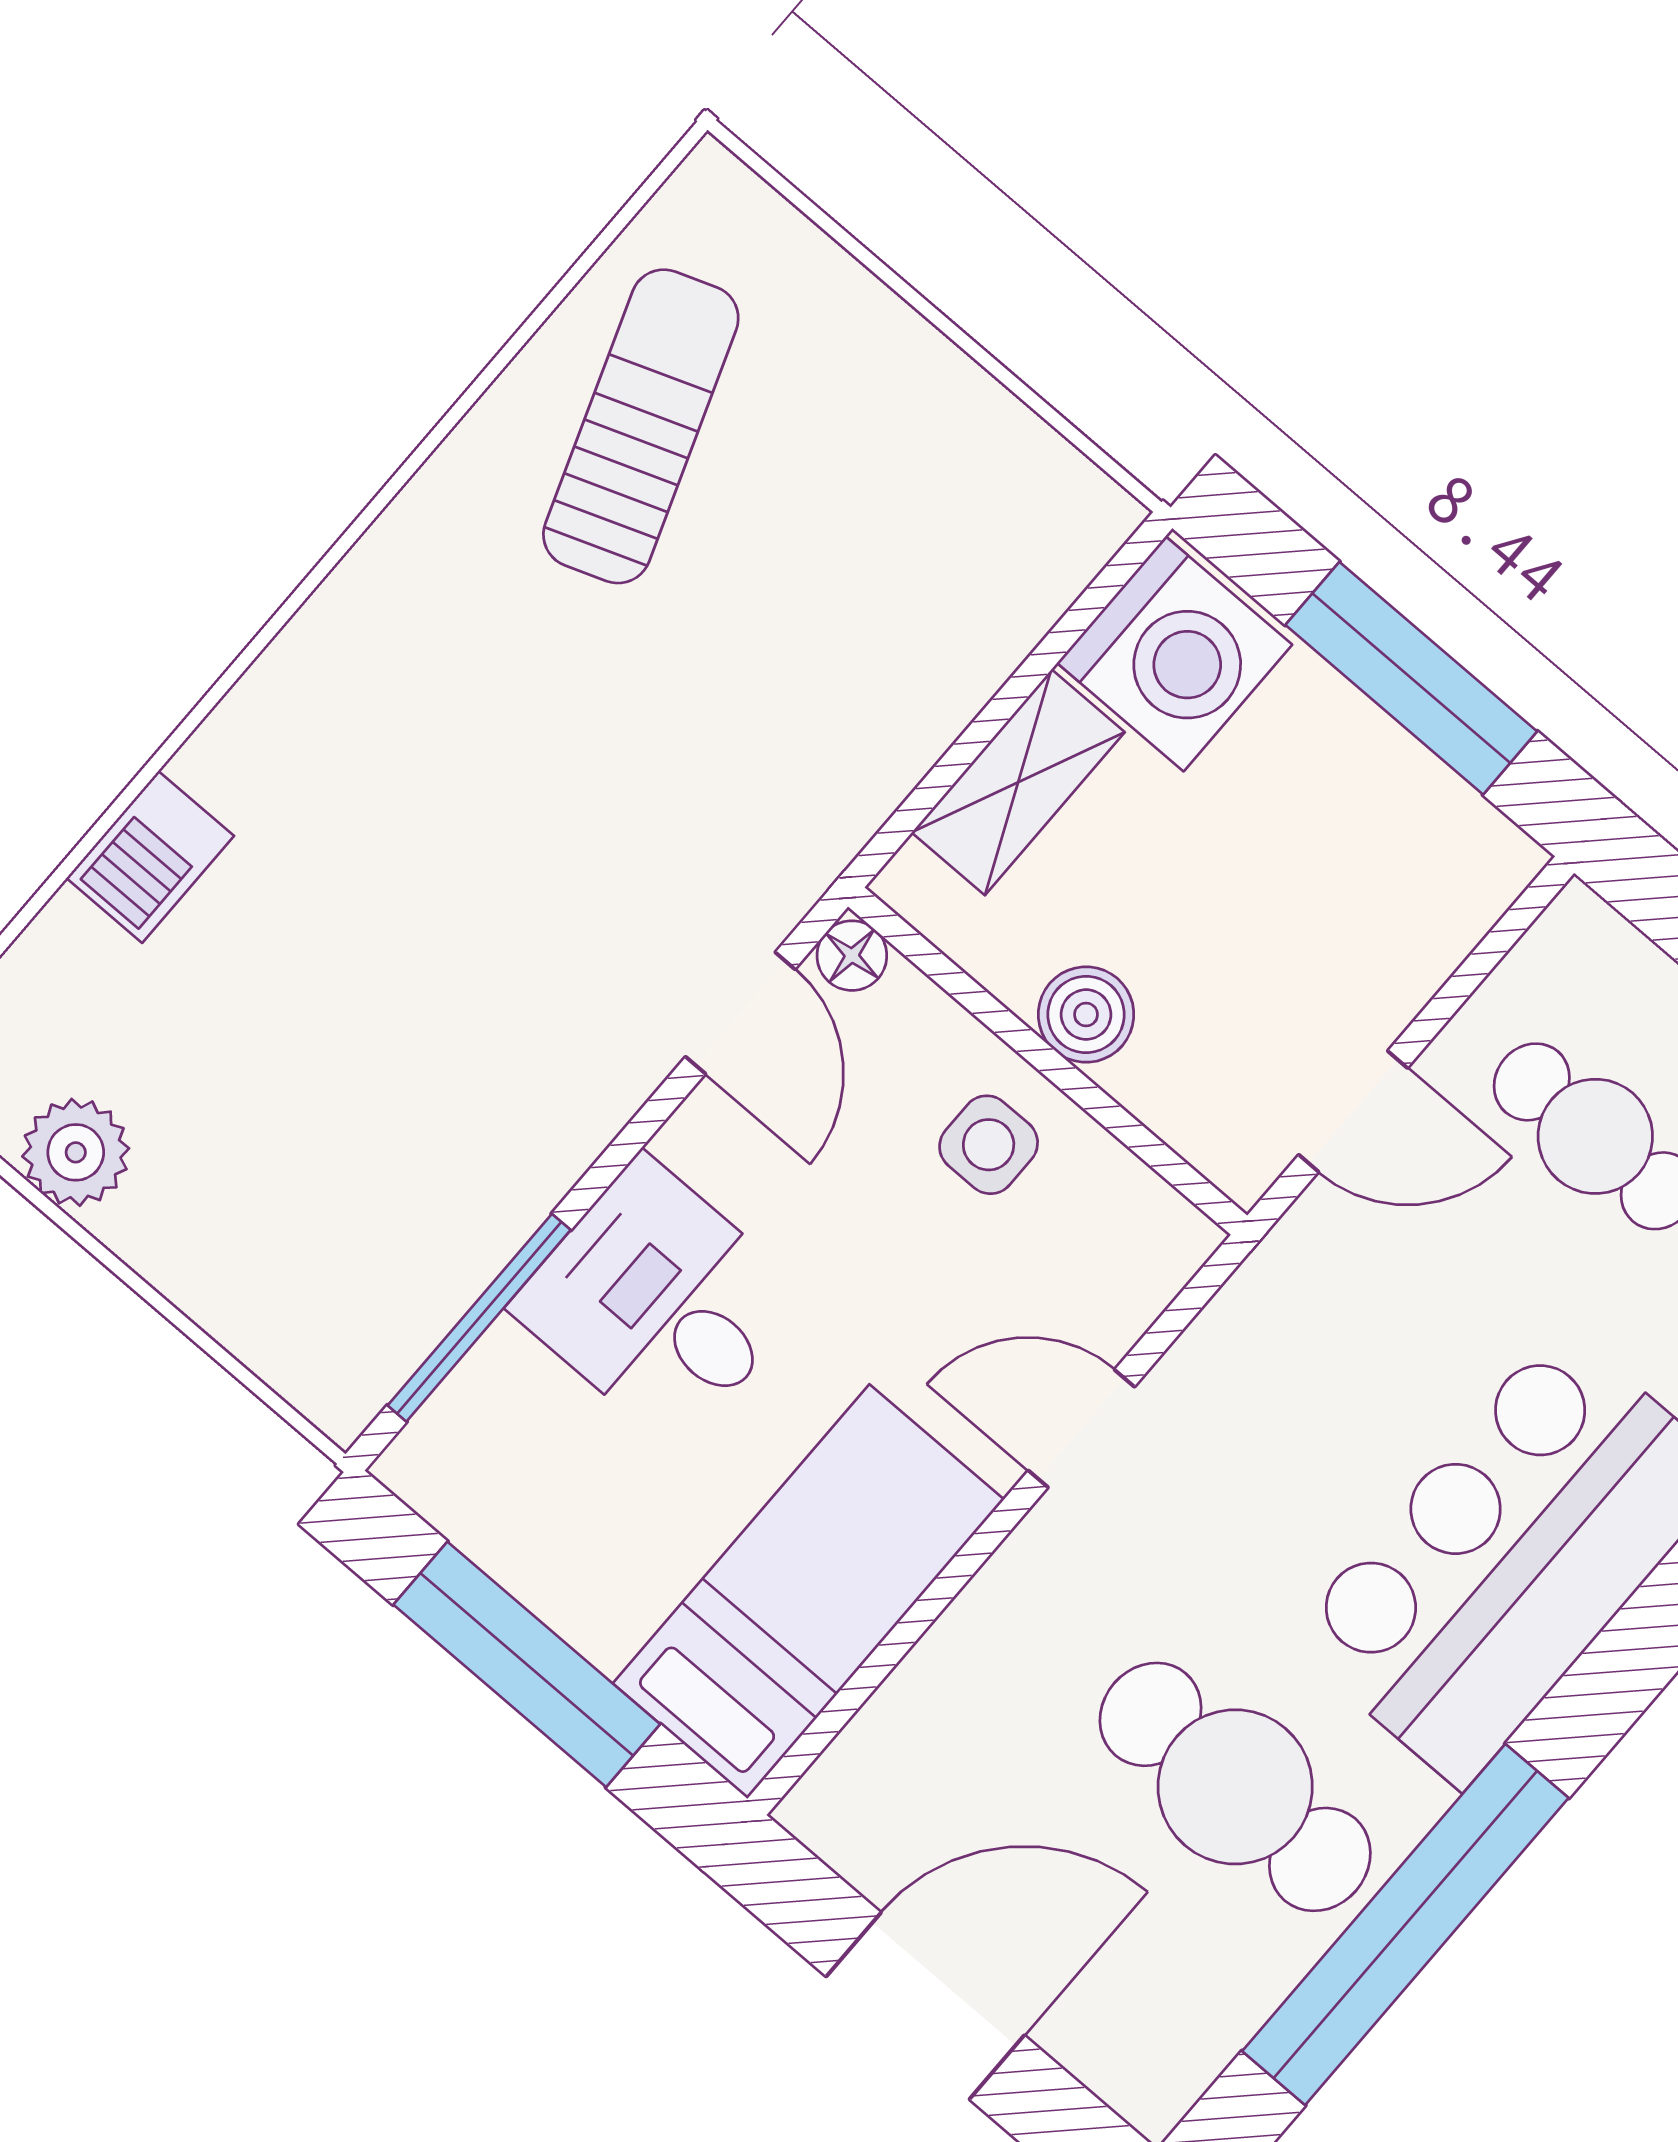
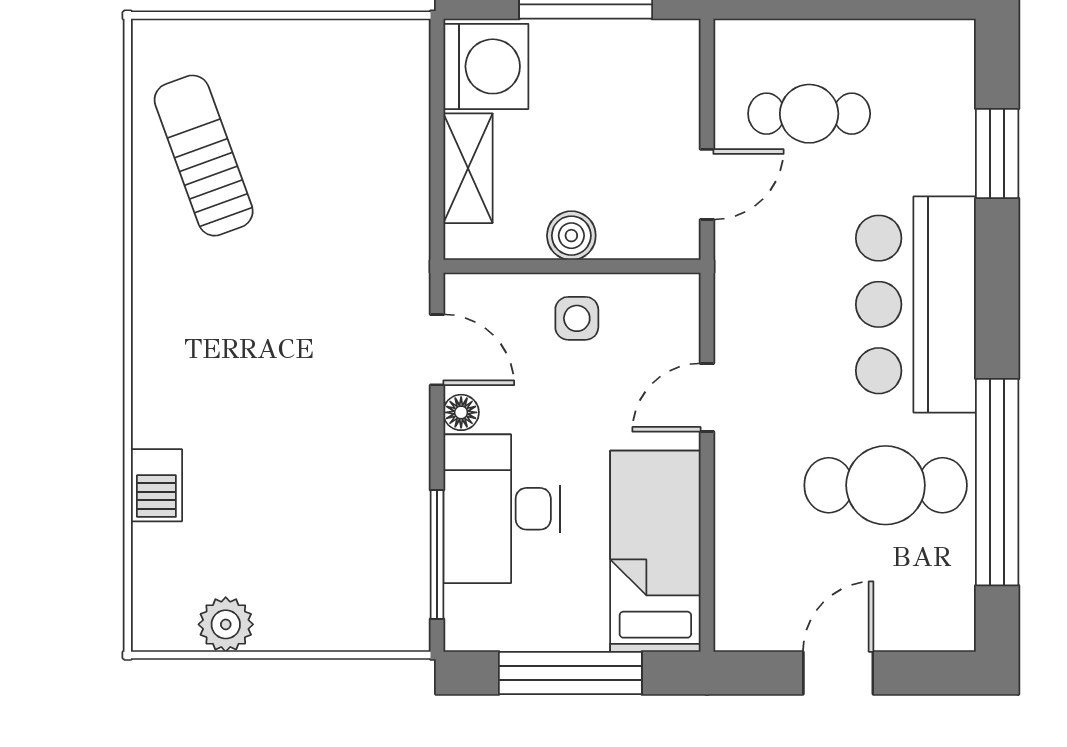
floor lamp: (852, 956) -> (461, 412), moved
desk: (660, 1302) -> (502, 509), width x1.37
door: (925, 2006) -> (838, 673), width x0.73

